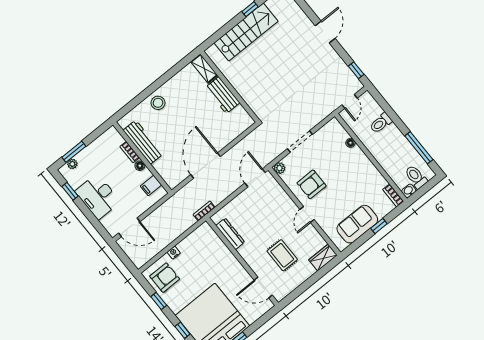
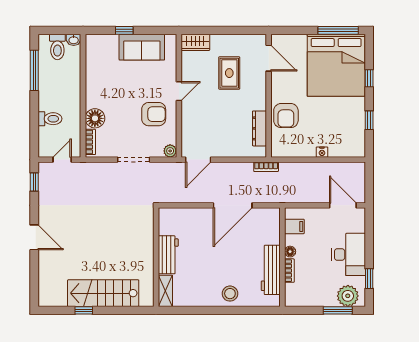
door: (325, 32) -> (34, 237), swing flipped
floor lamp: (350, 143) -> (95, 118), width x1.89, depth x1.89
plant: (72, 164) -> (348, 296), width x1.88, depth x1.88
bookcase: (393, 195) -> (90, 142), moved
armchair: (165, 278) -> (286, 116), moved, turned -90

